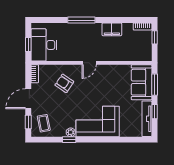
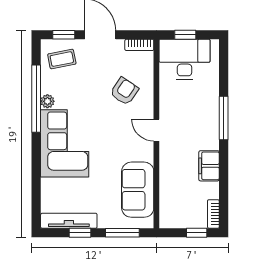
sofa: (142, 82) -> (138, 190), moved, turned -90
window: (69, 140) -> (36, 99), width x3.17

